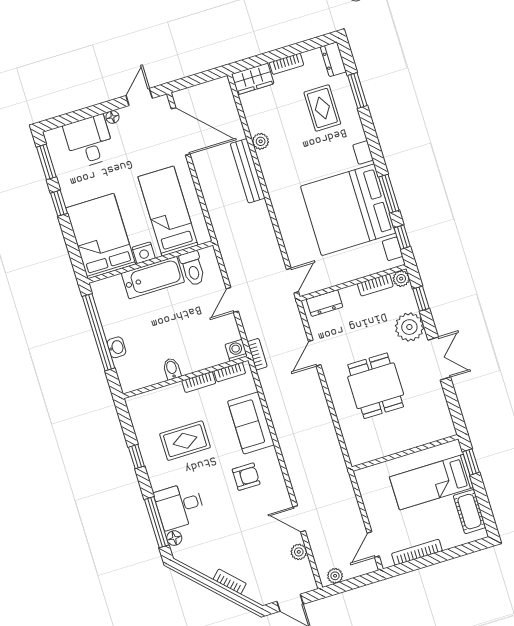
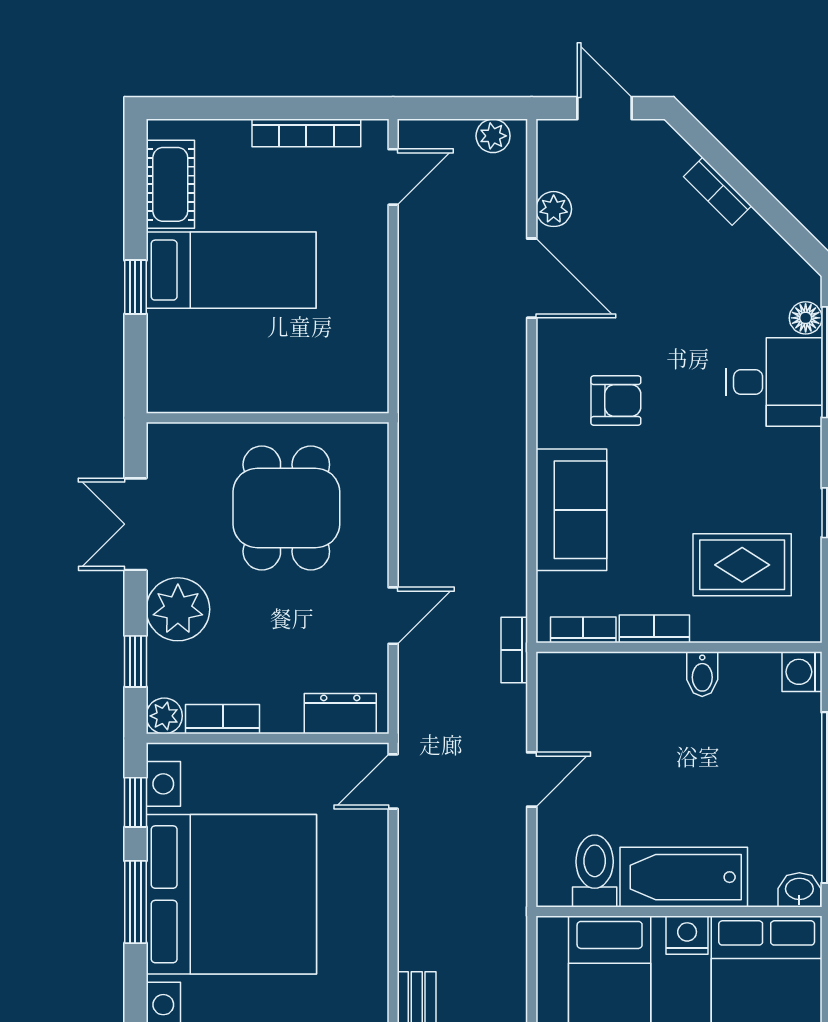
washbasin: (116, 347) -> (799, 890), moved, turned 90
washing machine: (236, 350) -> (802, 672), moved, turned 90
rug: (185, 441) -> (742, 565), moved
wall: (405, 453) -> (268, 418), moved
armchair: (246, 477) -> (616, 401), turned 180
door: (299, 519) -> (532, 278), width x1.38

